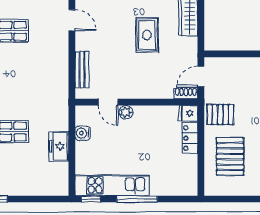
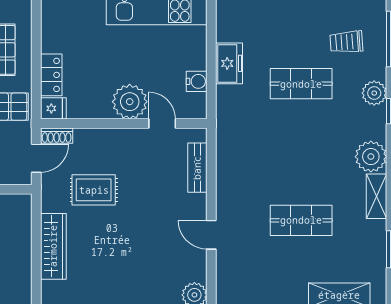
rug: (147, 35) -> (94, 190), moved, turned 90
plant: (126, 112) -> (130, 102), width x1.87, depth x1.87

